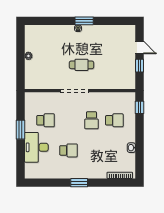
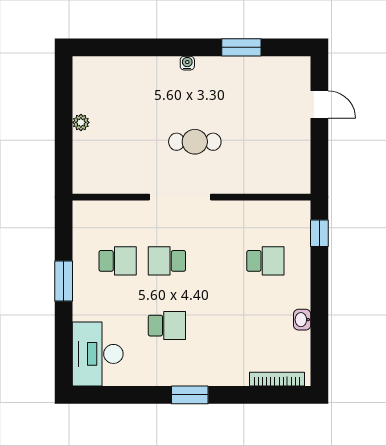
window: (84, 21) -> (241, 47), moved
window: (139, 66) -> (319, 143), removed
school desk: (91, 120) -> (167, 261), moved, turned 90
desk: (36, 147) -> (98, 354), moved

